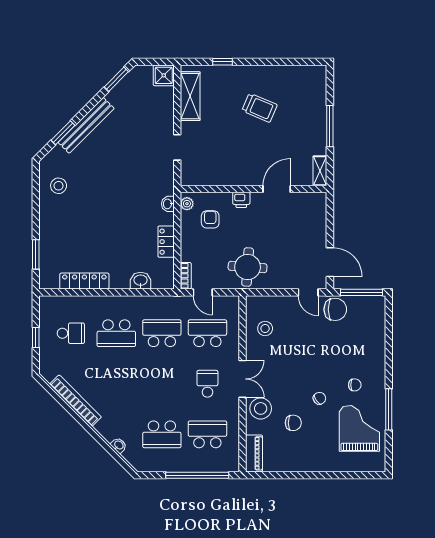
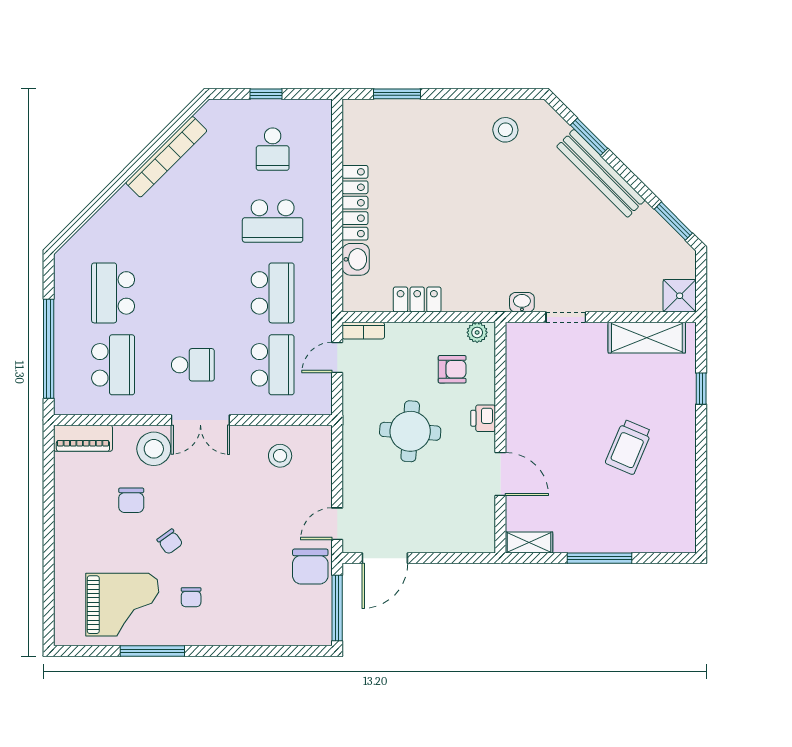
washbasin: (168, 204) -> (522, 302), moved
round table: (248, 267) -> (410, 431), moved
locker: (84, 281) -> (355, 203), moved
school desk: (116, 333) -> (273, 221), turned -90
washbasin: (119, 445) -> (96, 225), removed

